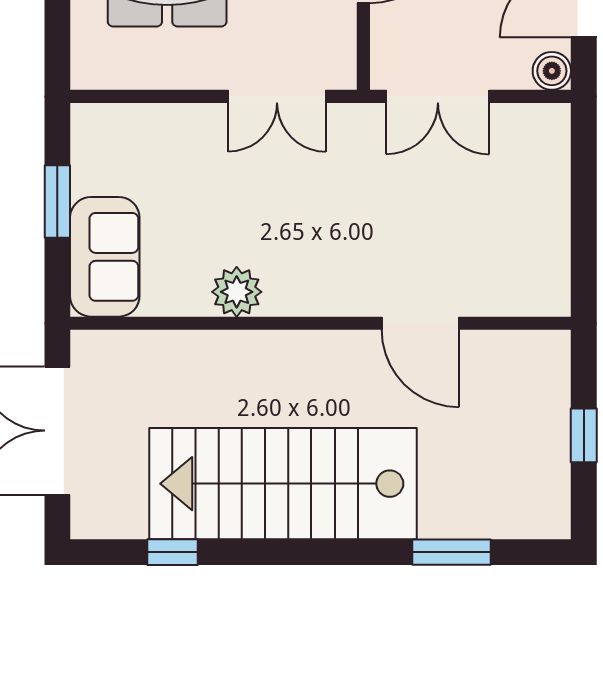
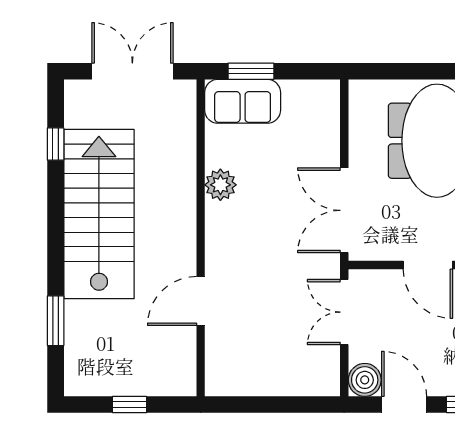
boiler: (552, 71) -> (365, 380), width x1.36, depth x1.36
double door: (277, 96) -> (344, 210), width x1.37
window: (57, 202) -> (251, 71), moved

